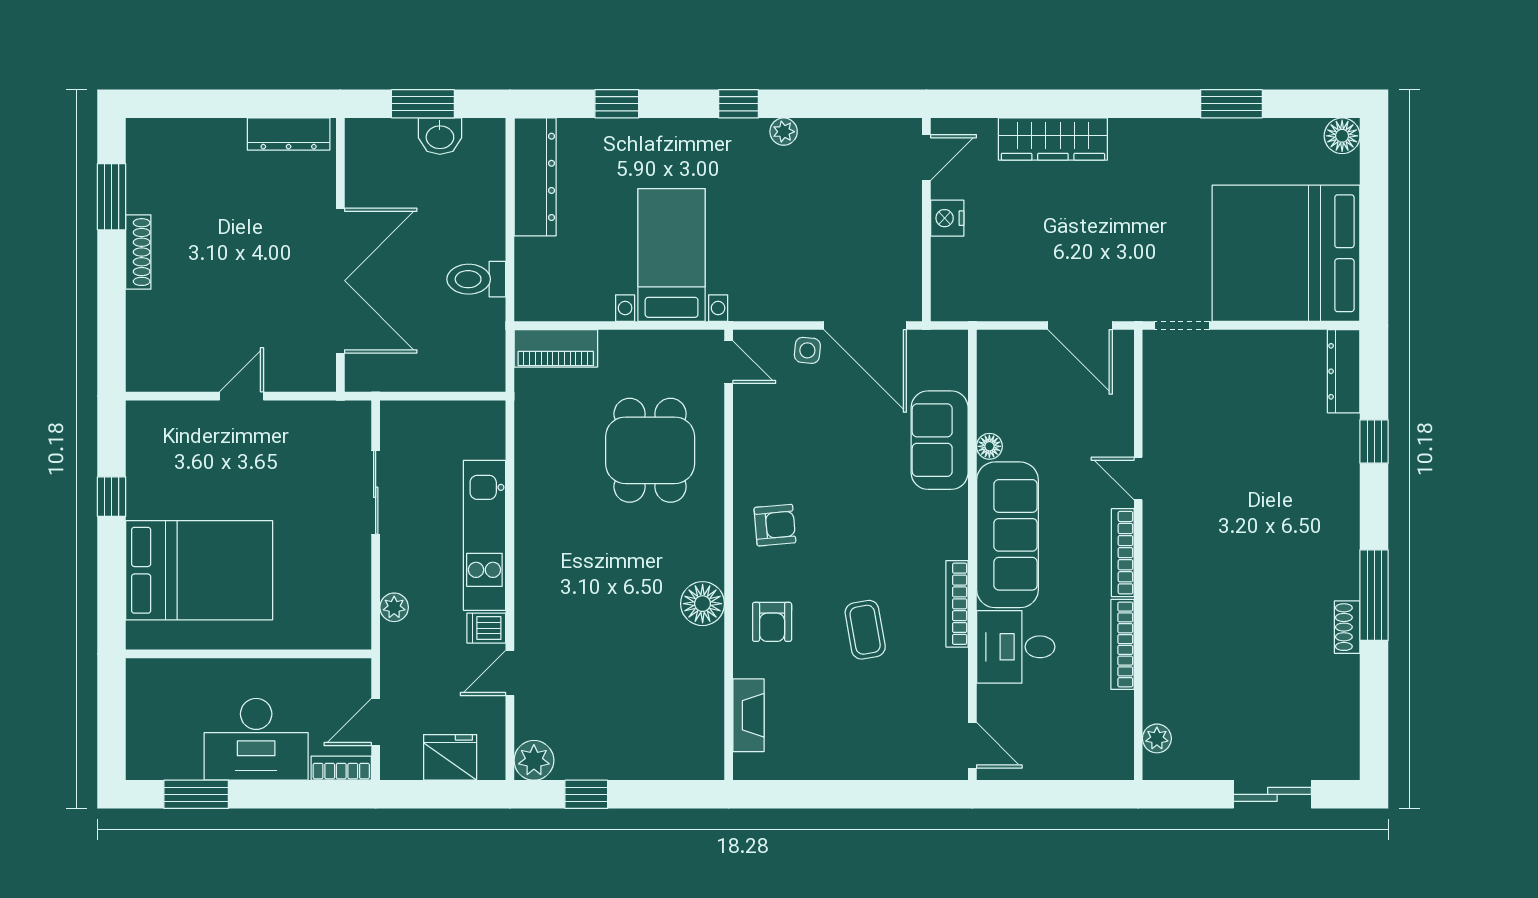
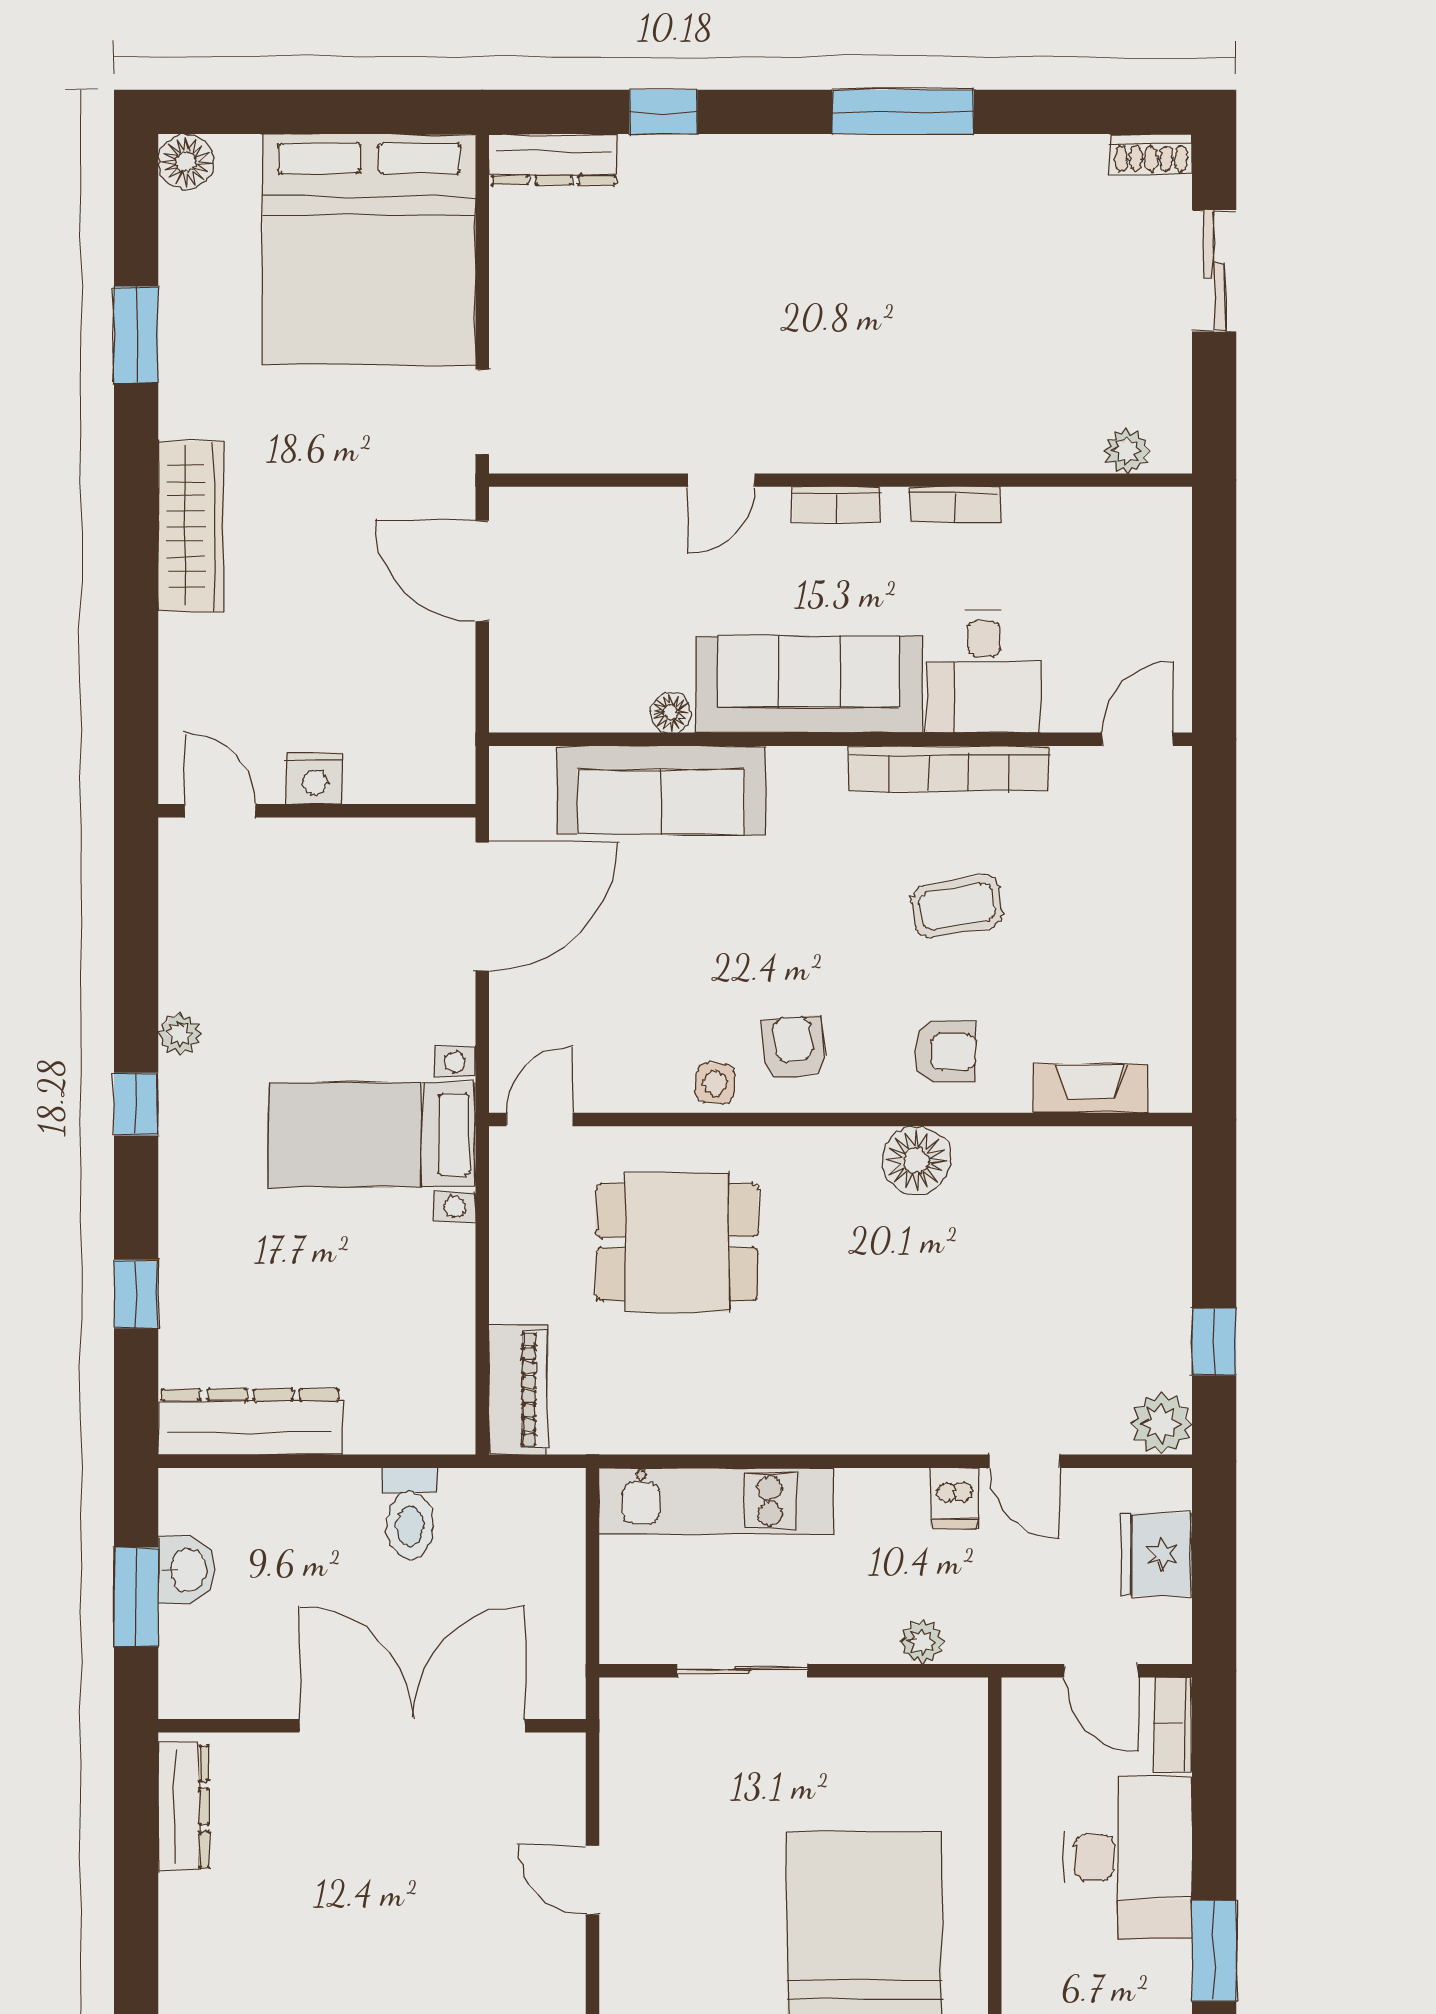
wardrobe: (1053, 139) -> (191, 526), moved
bed with nightstands: (672, 255) -> (372, 1135), moved
door: (1080, 325) -> (482, 571), swing flipped
side table: (807, 350) -> (715, 1083), moved
sofa: (940, 440) -> (661, 790), width x1.36
kitchen unit: (484, 535) -> (716, 1501), moved
bookcase: (1123, 553) -> (837, 504), width x0.64
bookcase: (957, 604) -> (949, 768), width x1.48, depth x1.31
shoe rack: (1347, 627) -> (1151, 154), moved
bookcase: (1123, 644) -> (955, 505), width x0.64

